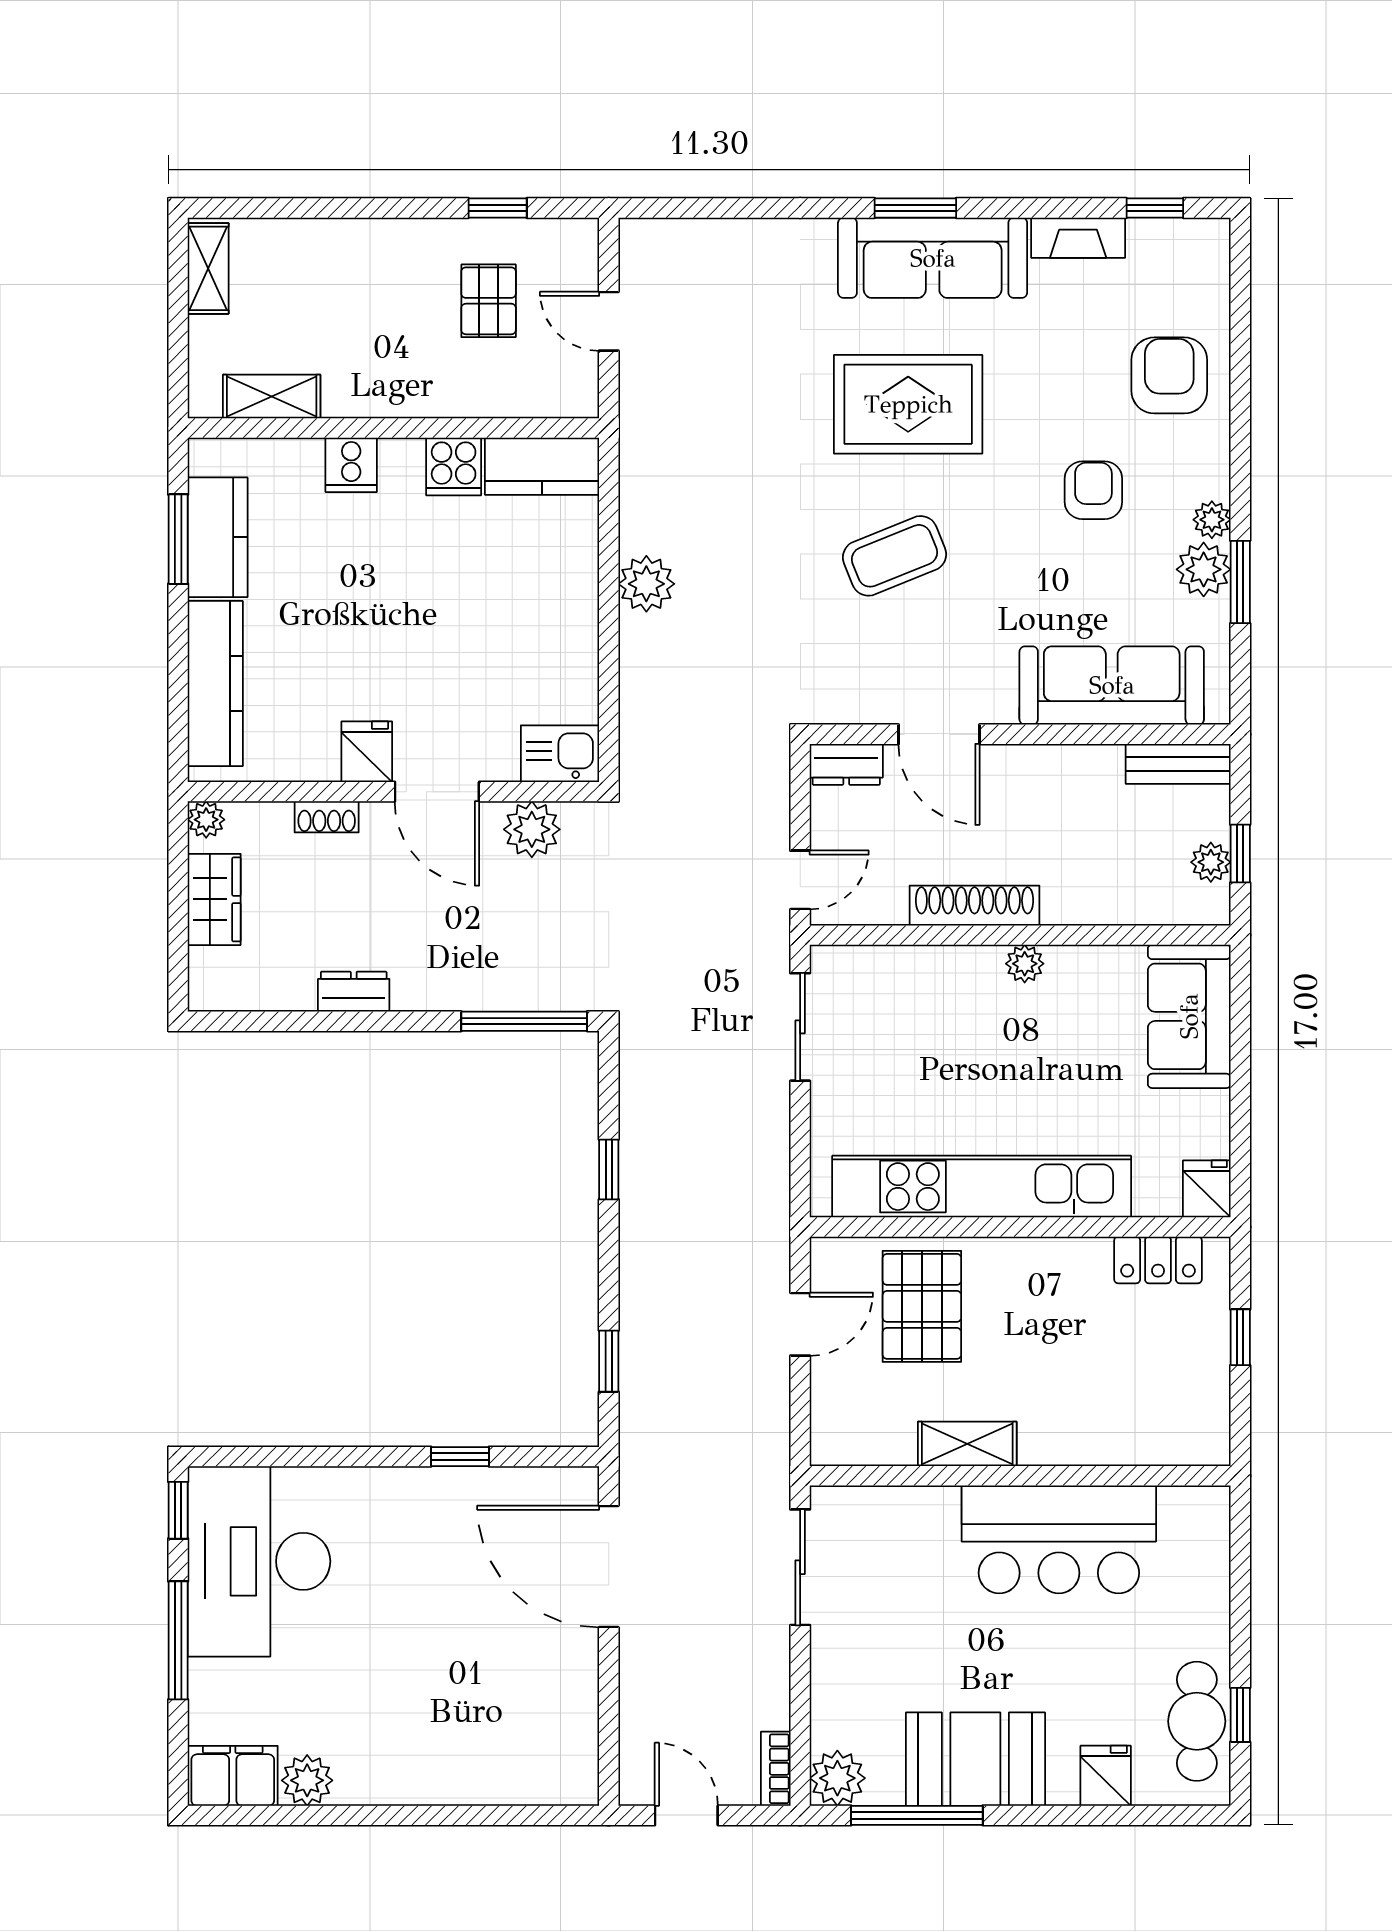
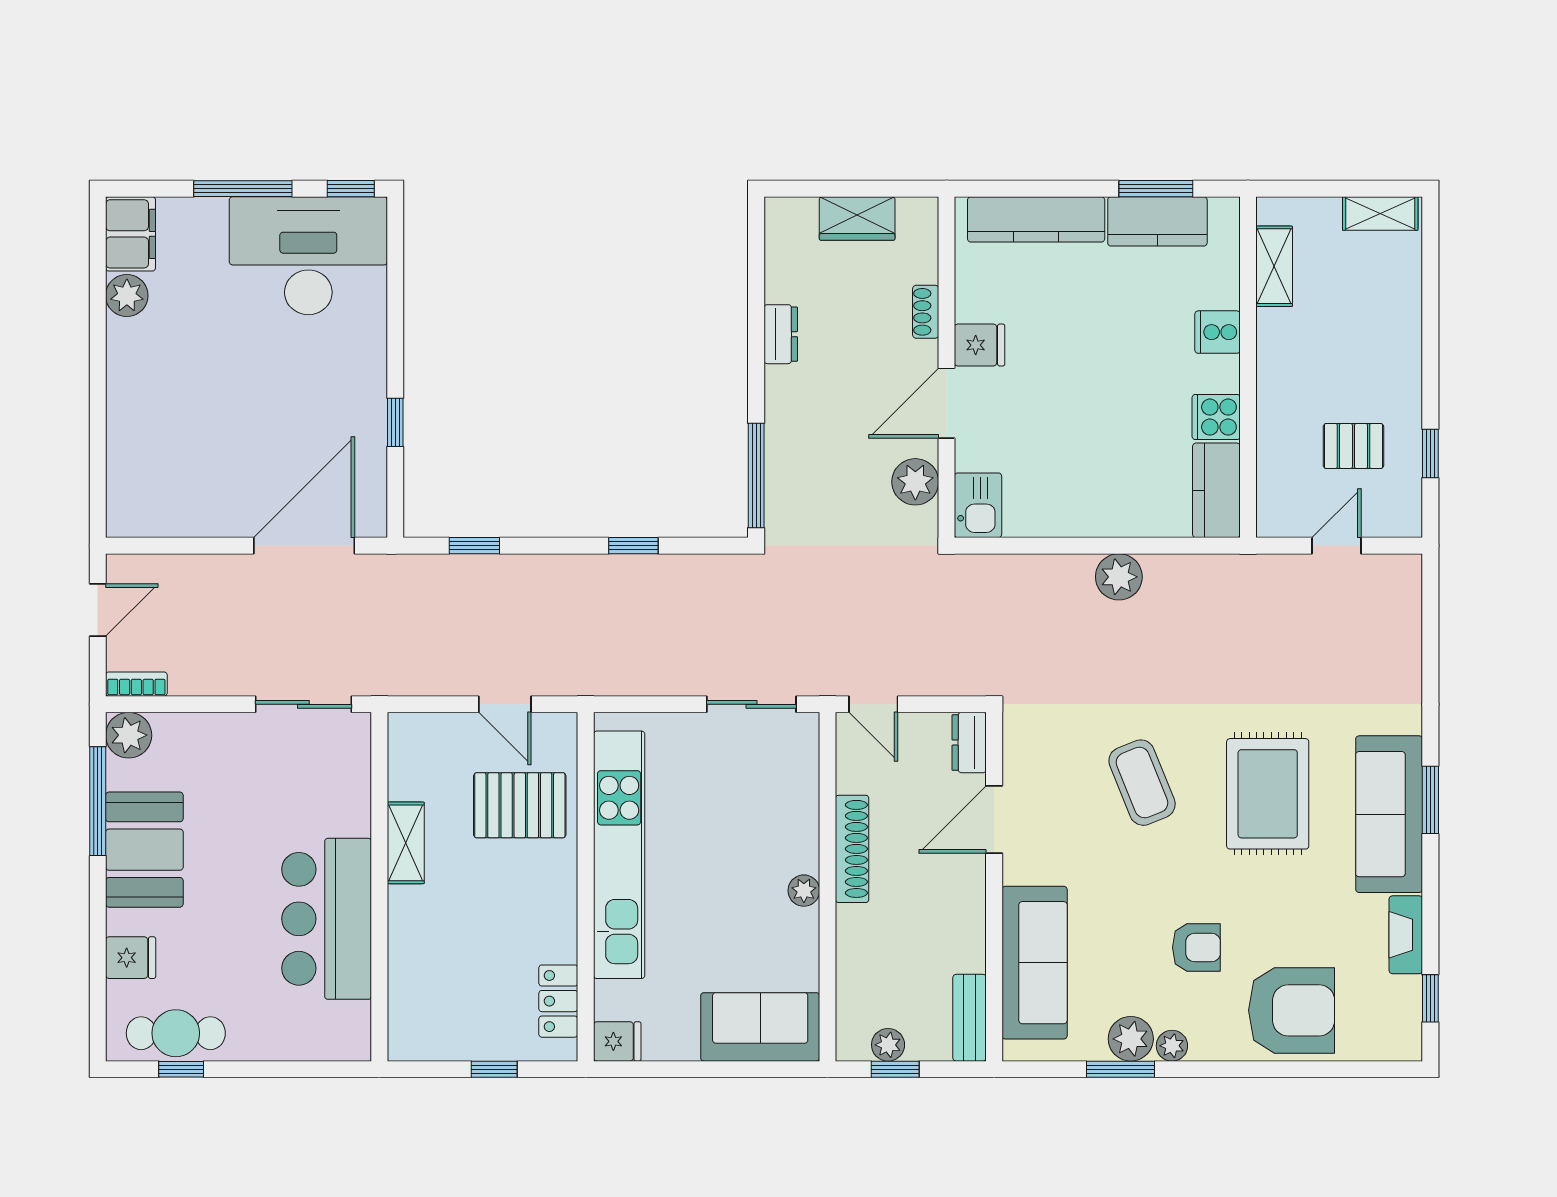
armchair: (1169, 375) -> (1292, 1010), width x1.36, depth x1.36
plant: (206, 820) -> (923, 212), removed

